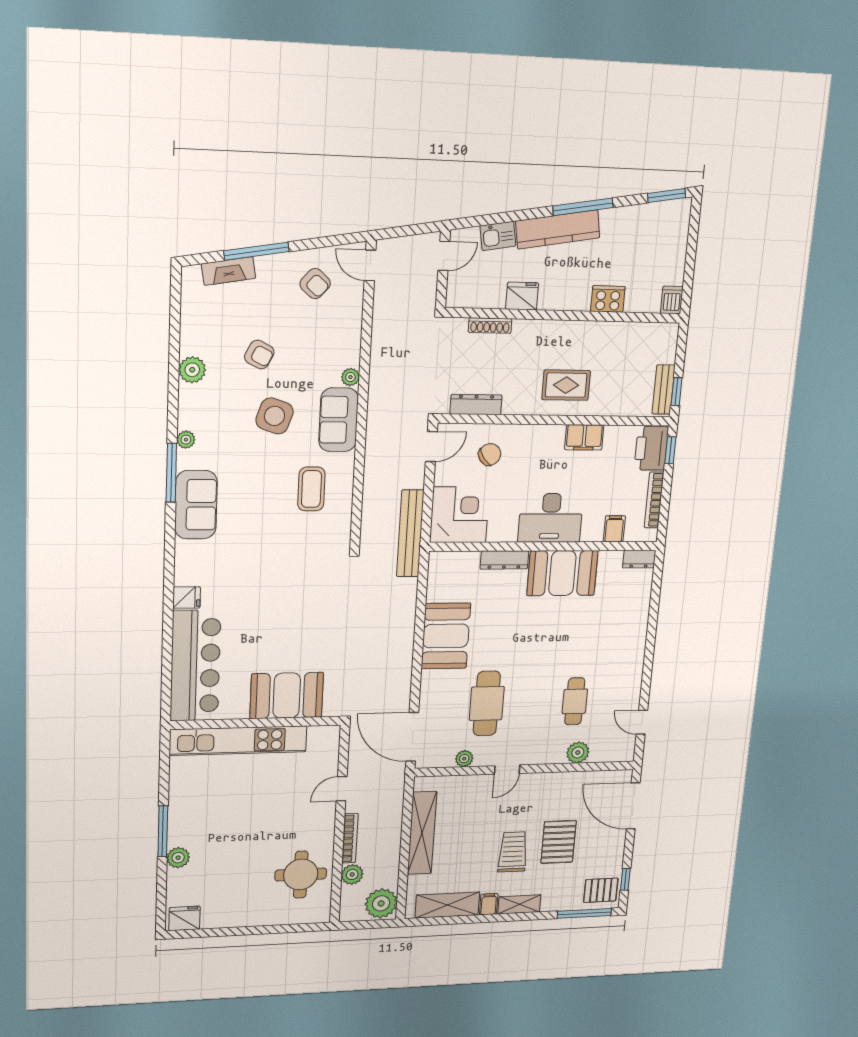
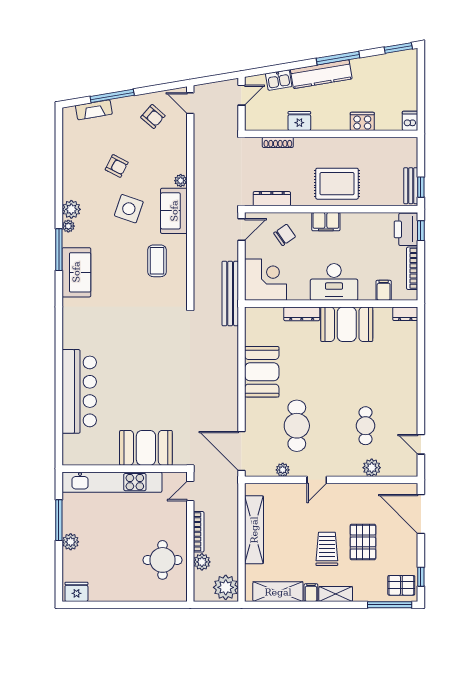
plant: (192, 370) -> (71, 209), moved
rug: (566, 385) -> (337, 184), width x1.36, depth x1.43
filing cabinet: (584, 437) -> (326, 222), moved
fridge: (187, 598) -> (72, 340), removed
booth: (287, 696) -> (146, 448), moved
wall: (256, 723) -> (125, 469), moved
kitchen unit: (238, 741) -> (112, 482), moved

